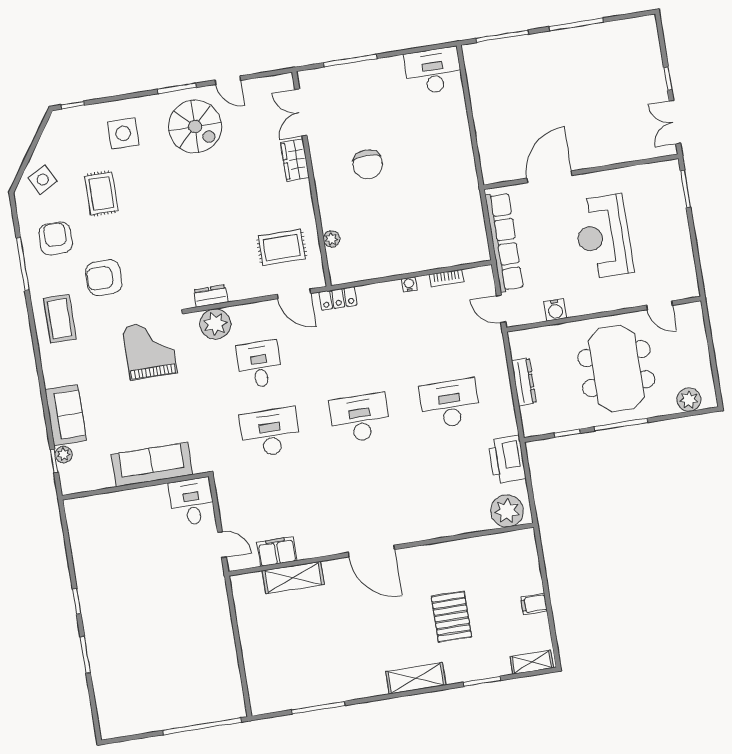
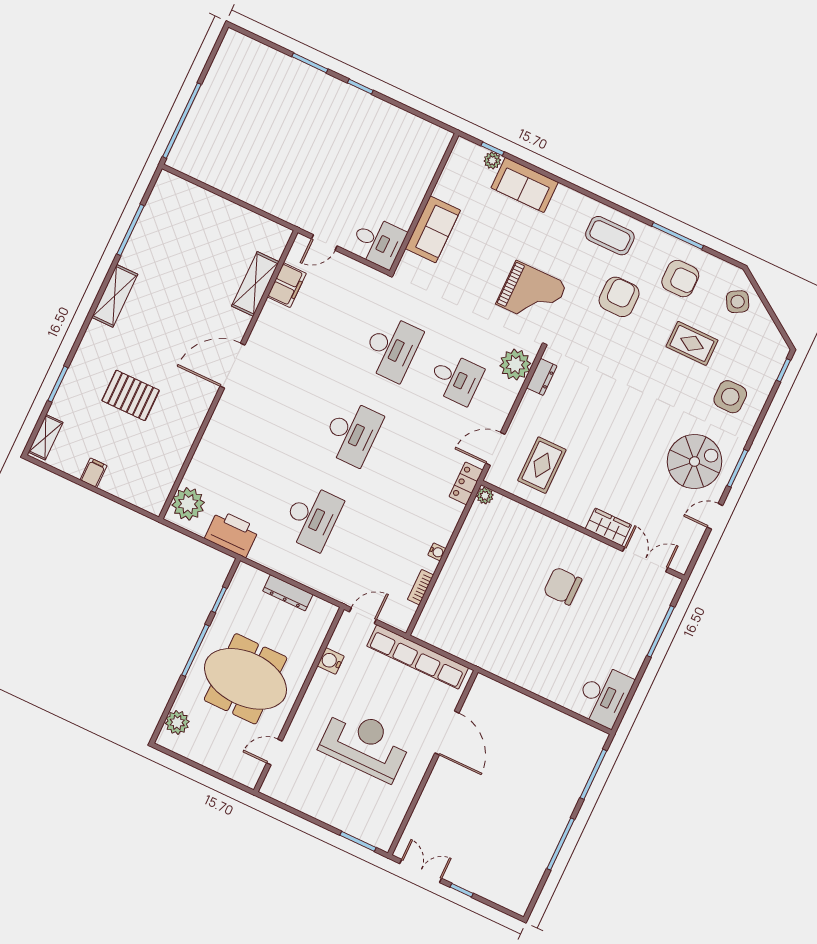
spiral stairs: (195, 127) -> (695, 462), turned 180
plant: (332, 239) -> (485, 496), moved
sofa: (152, 465) -> (433, 229), width x0.73
shelving: (416, 678) -> (115, 296), moved

